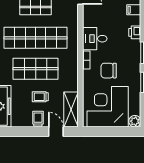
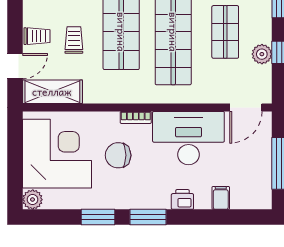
desk: (95, 39) -> (188, 138), width x1.87, depth x1.30
chair: (109, 71) -> (118, 155), turned -90

